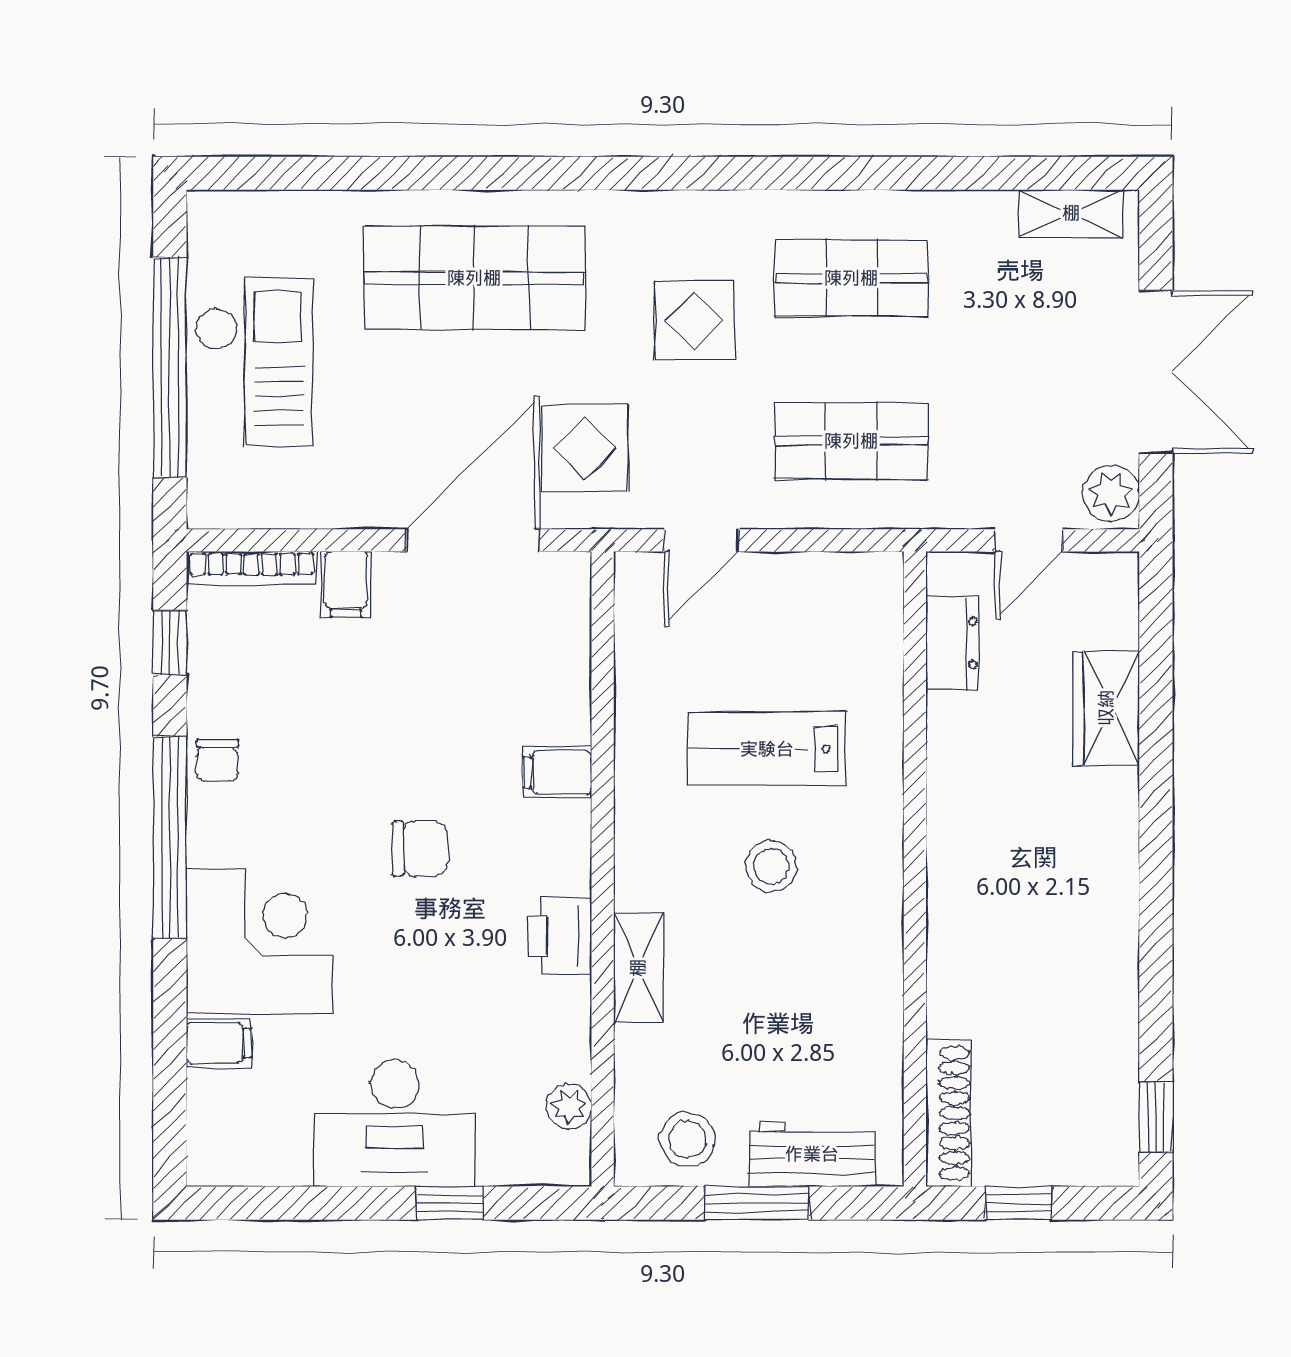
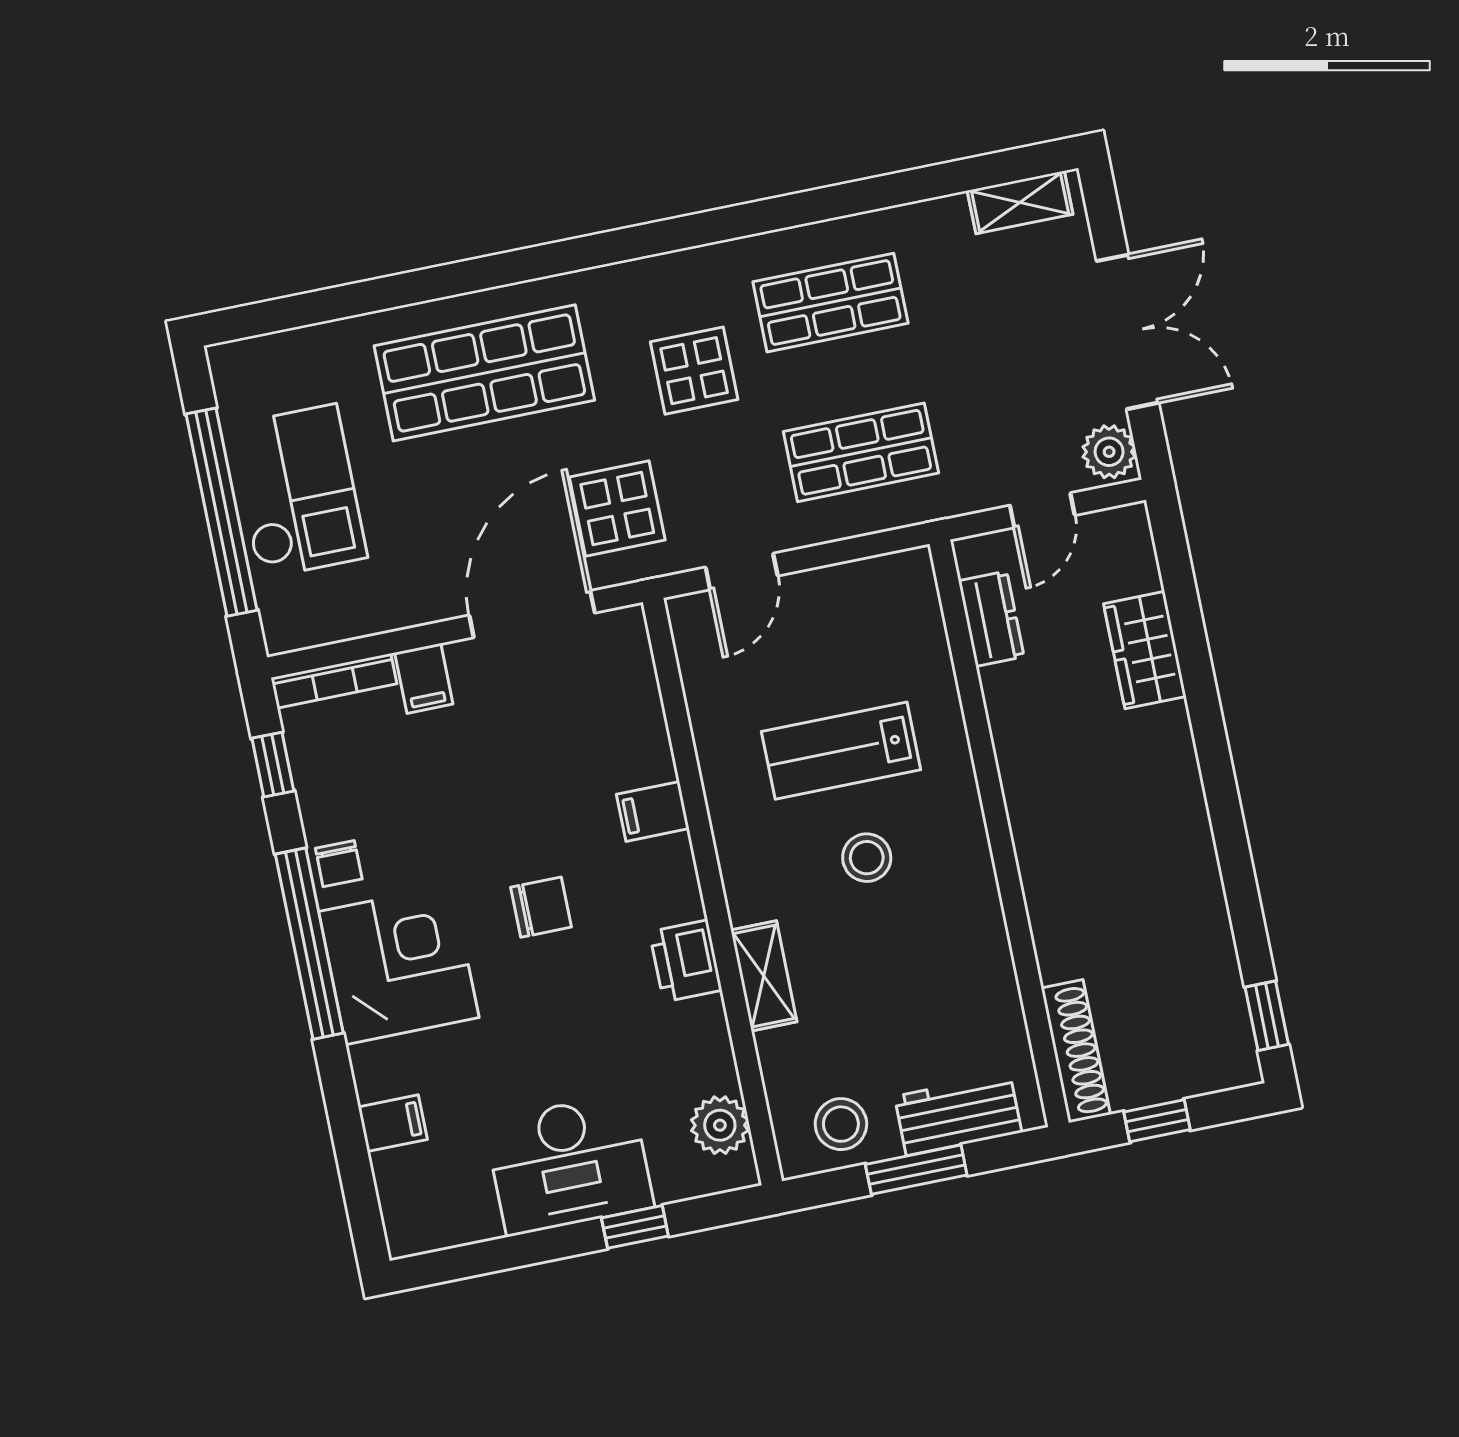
corner desk: (259, 942) -> (399, 965), moved
plant: (569, 1106) -> (720, 1125), width x1.38, depth x1.38

